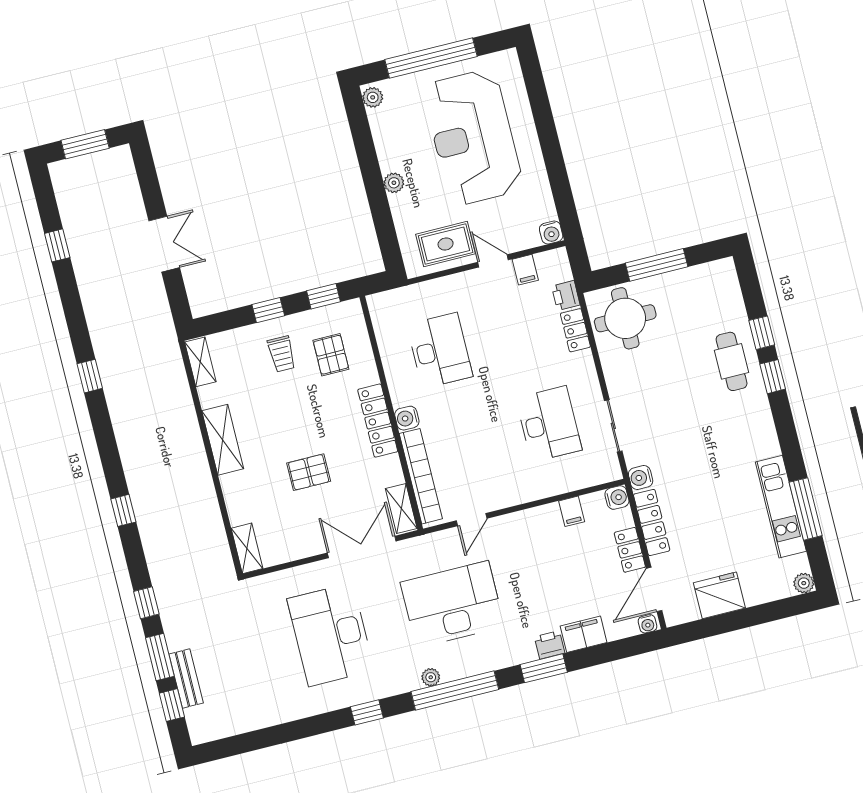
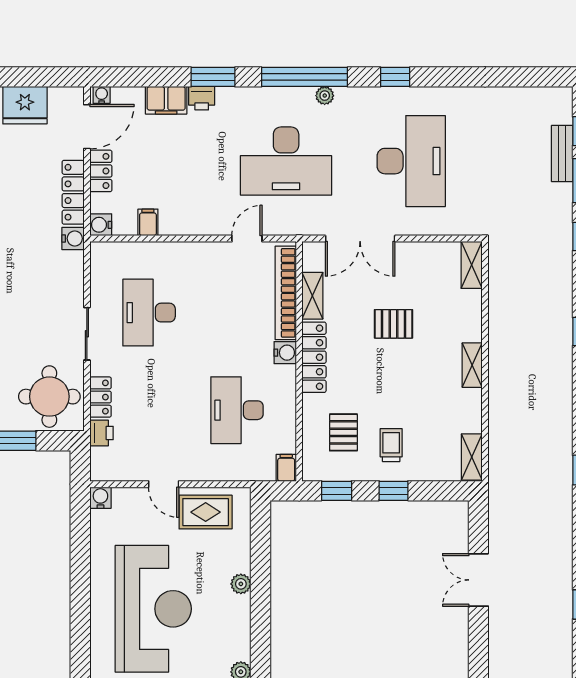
filing cabinet: (525, 270) -> (286, 468), moved
sliding door: (613, 426) -> (87, 334), moved
shelving: (223, 440) -> (472, 365), width x0.67, depth x0.75
shelving: (401, 509) -> (312, 296), moved

